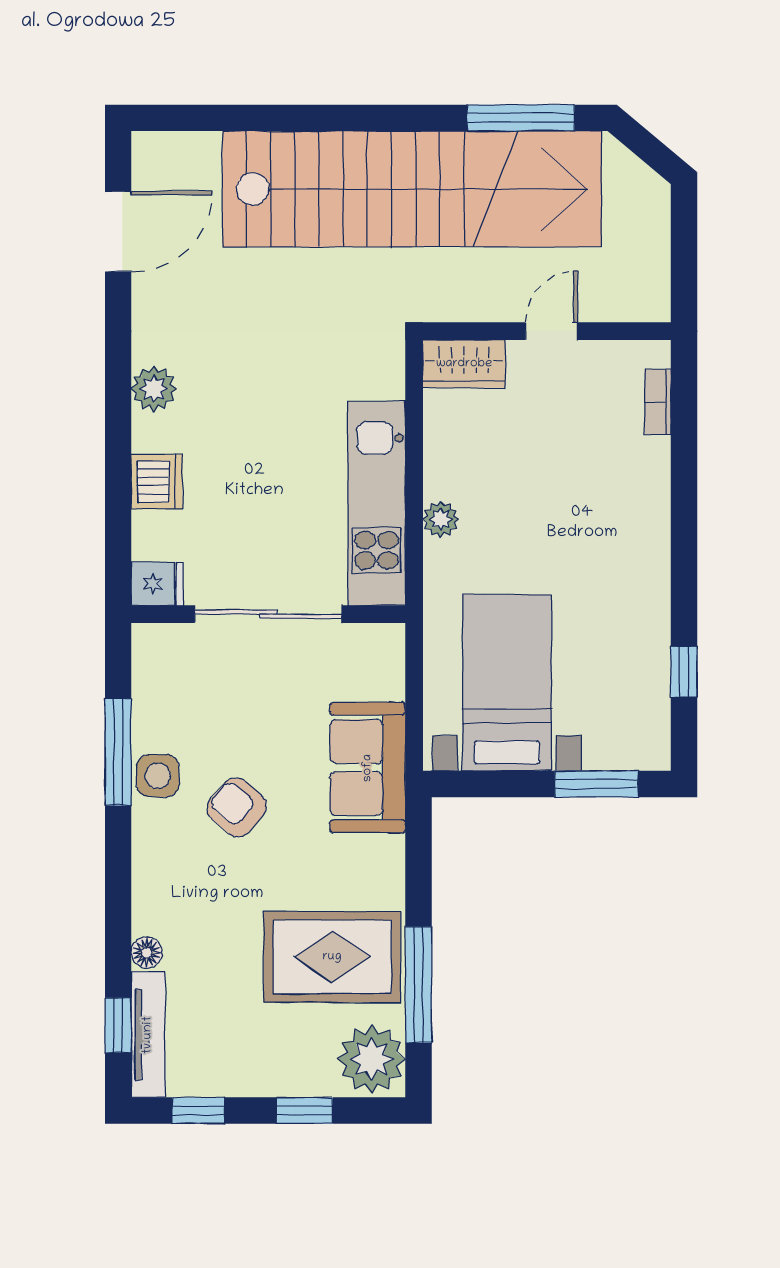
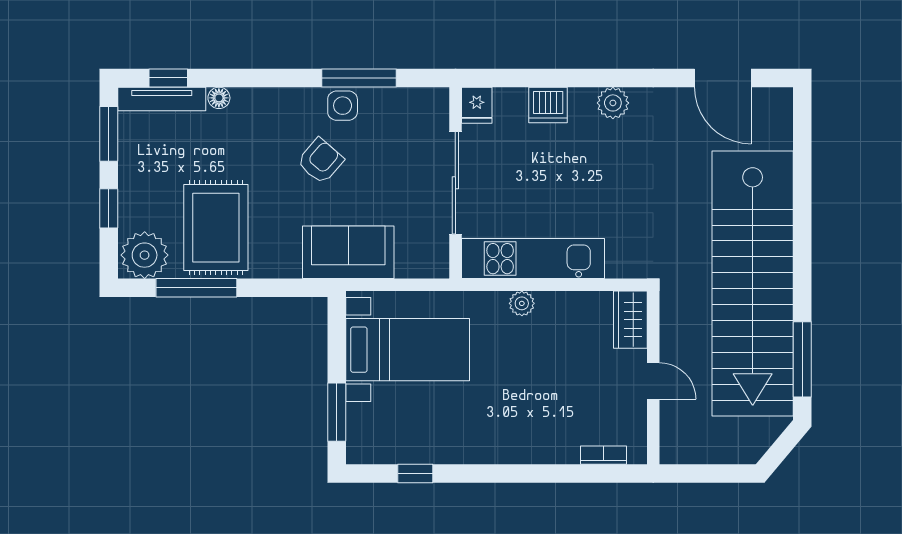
window: (198, 1110) -> (109, 134), width x1.50

